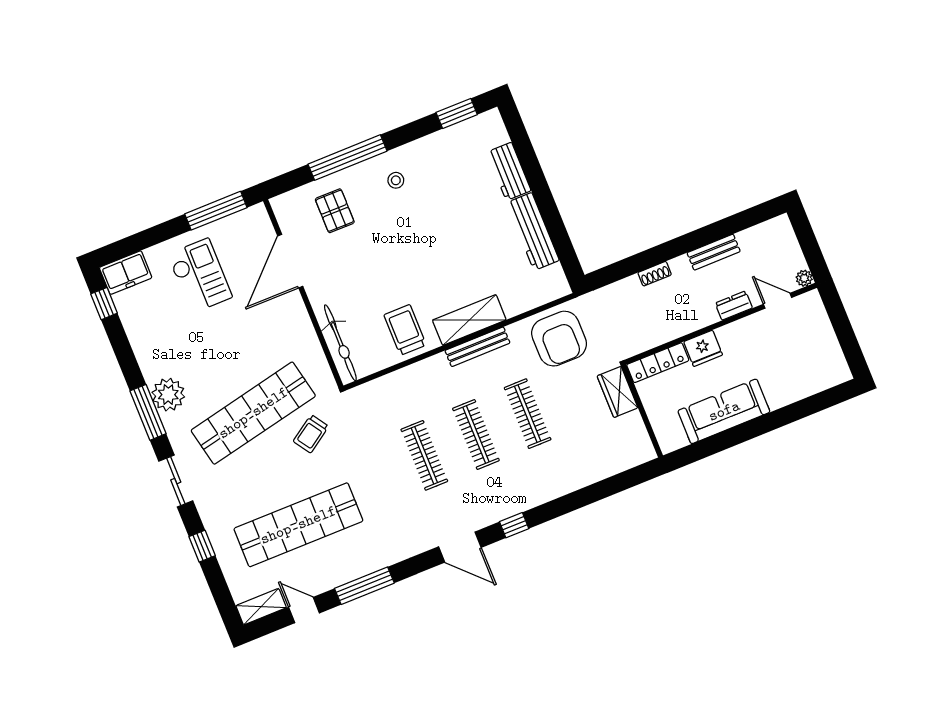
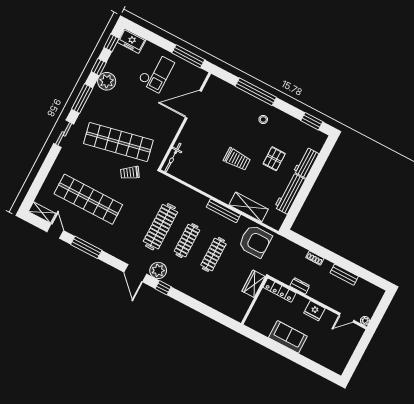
pallet: (335, 211) -> (274, 159), moved
door: (777, 301) -> (346, 318), swing flipped
dresser: (734, 306) -> (300, 286), moved
shelving: (469, 320) -> (249, 207), moved
trolley: (405, 330) -> (237, 159), moved, turned 90
armchair: (559, 339) -> (255, 241), turned -90
bicycle: (340, 343) -> (173, 157), width x0.73, depth x0.71
fridge: (703, 348) -> (314, 311), moved
plant: (168, 395) -> (107, 81), moved
sofa: (724, 411) -> (288, 337), width x0.73
clothes rail: (424, 455) -> (160, 227), width x1.37, depth x1.31
plant: (484, 511) -> (158, 270), added
window: (202, 546) -> (99, 67), moved

